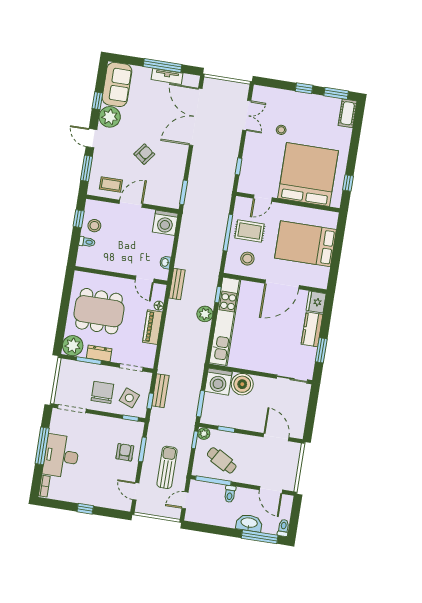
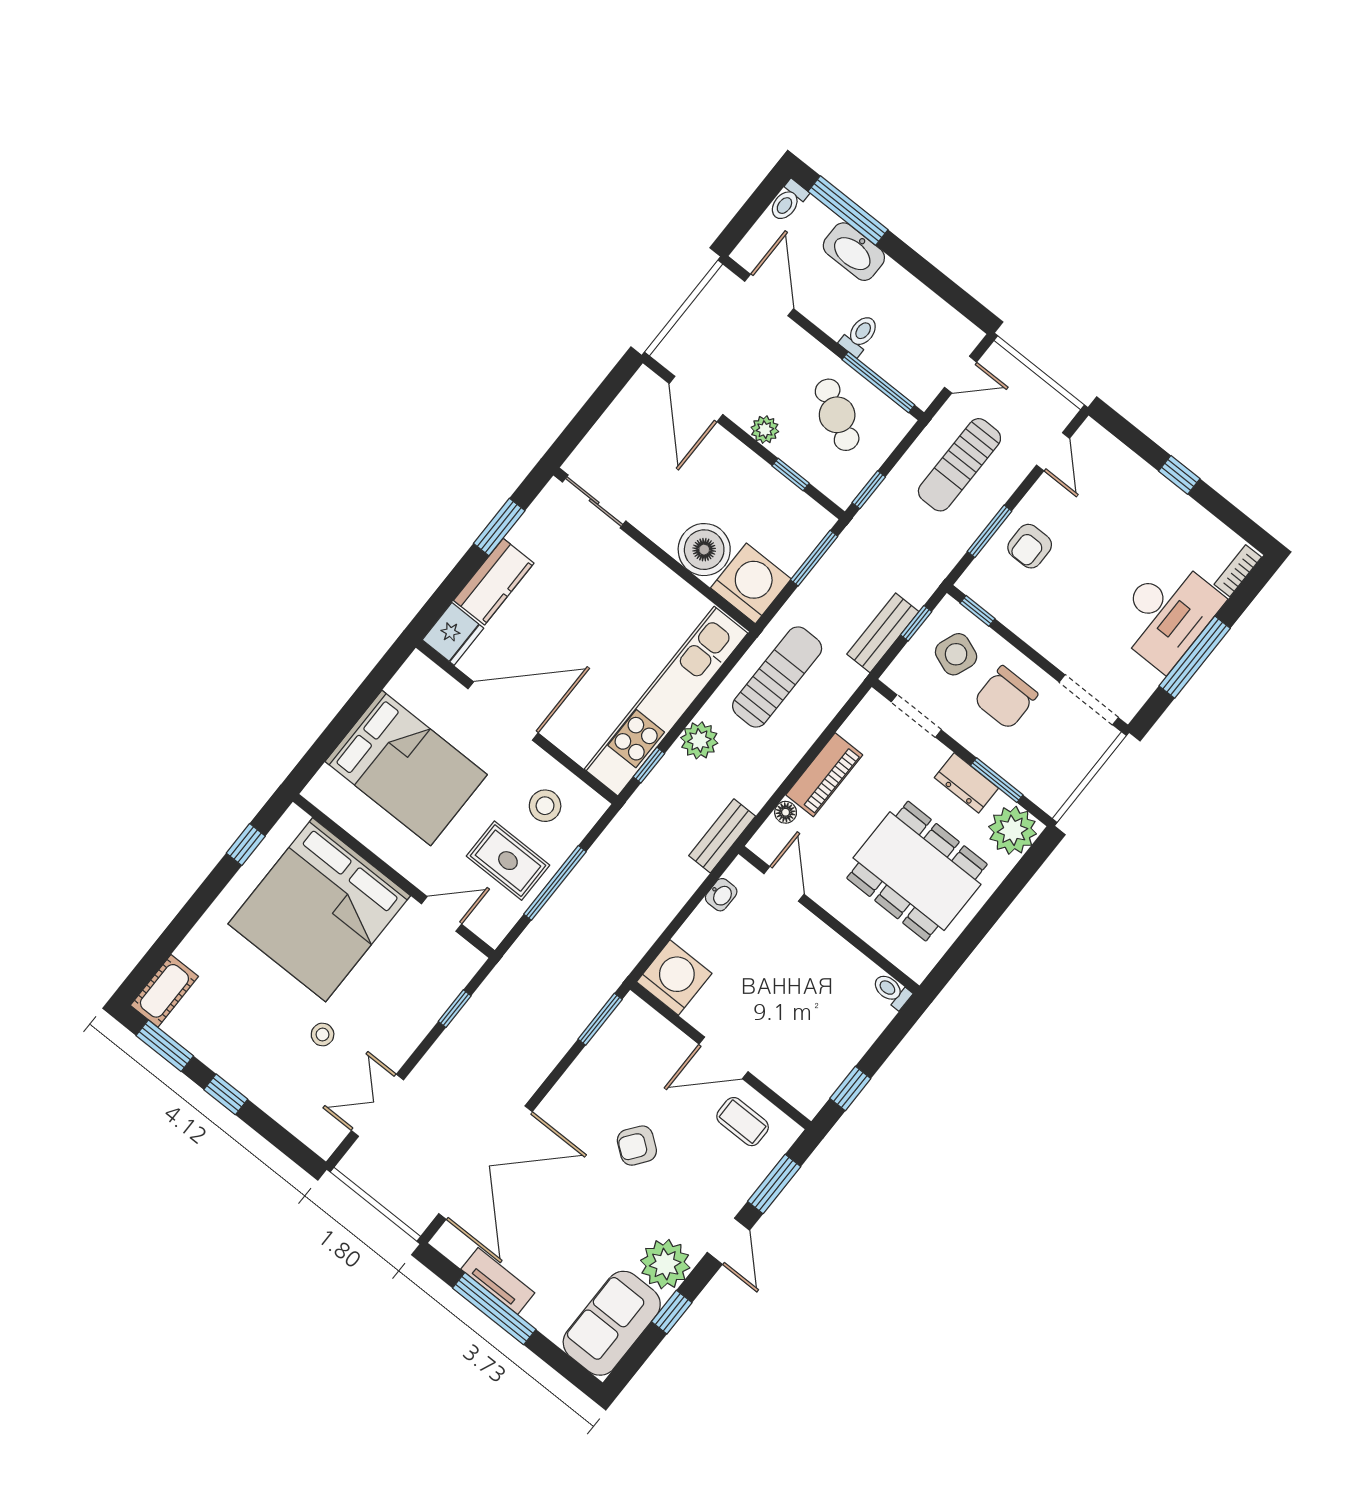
stool: (94, 226) -> (826, 1055), removed
toilet: (87, 242) -> (892, 991), moved
sun lounger: (190, 353) -> (777, 677), added
plant: (204, 434) -> (765, 430), moved

